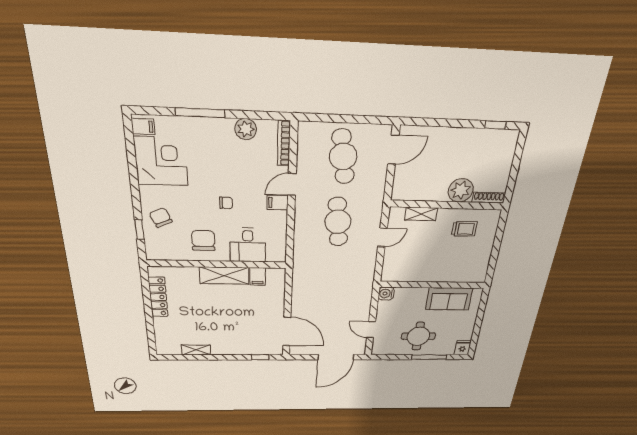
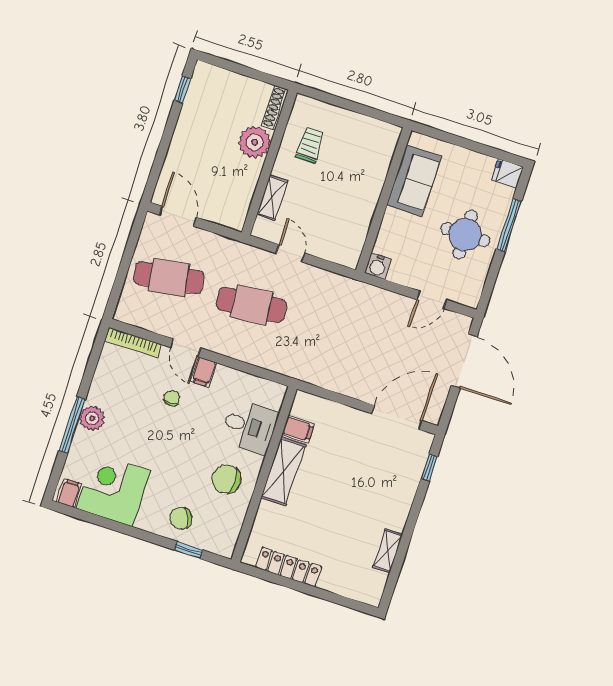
plant: (246, 129) -> (92, 418), moved
chair: (226, 203) -> (172, 398), moved

